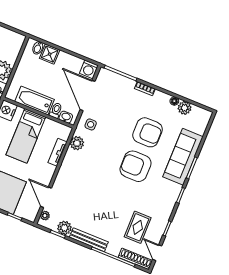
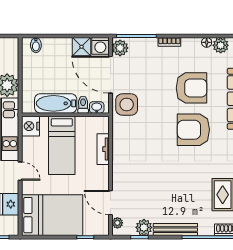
shower: (50, 54) -> (82, 47), moved
side table: (91, 124) -> (127, 105), width x1.87, depth x1.87
plant: (77, 143) -> (120, 48), moved

